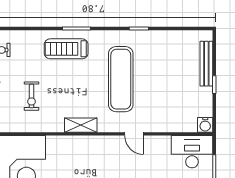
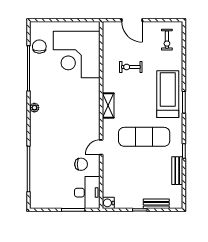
bench: (164, 37) -> (177, 171), added
treadmill: (66, 49) -> (168, 94), width x1.37, depth x1.38
bench: (206, 64) -> (156, 204), width x0.73
chair: (156, 160) -> (81, 164), added

